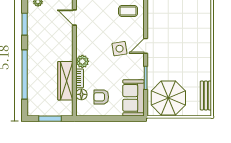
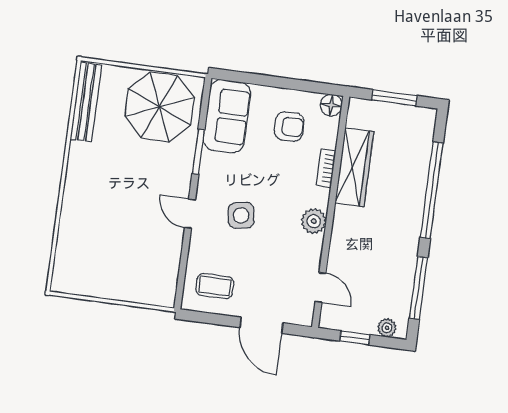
window: (25, 24) -> (418, 288), width x1.44
door: (146, 46) -> (190, 214), swing flipped
plant: (82, 61) -> (314, 221), moved
floor lamp: (81, 94) -> (331, 105), moved
bench: (206, 96) -> (86, 102), width x1.36

